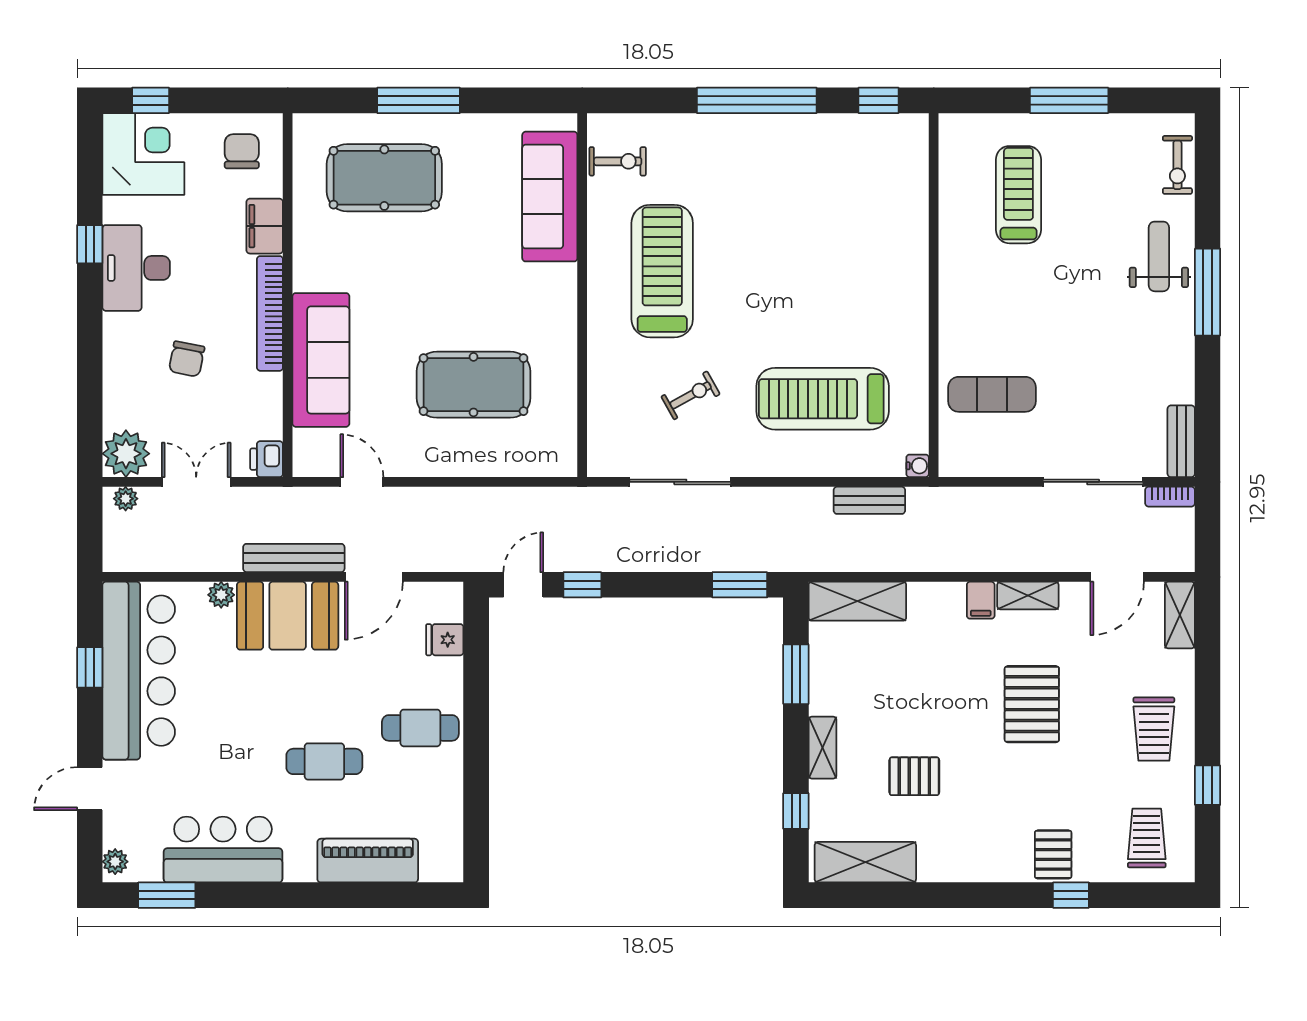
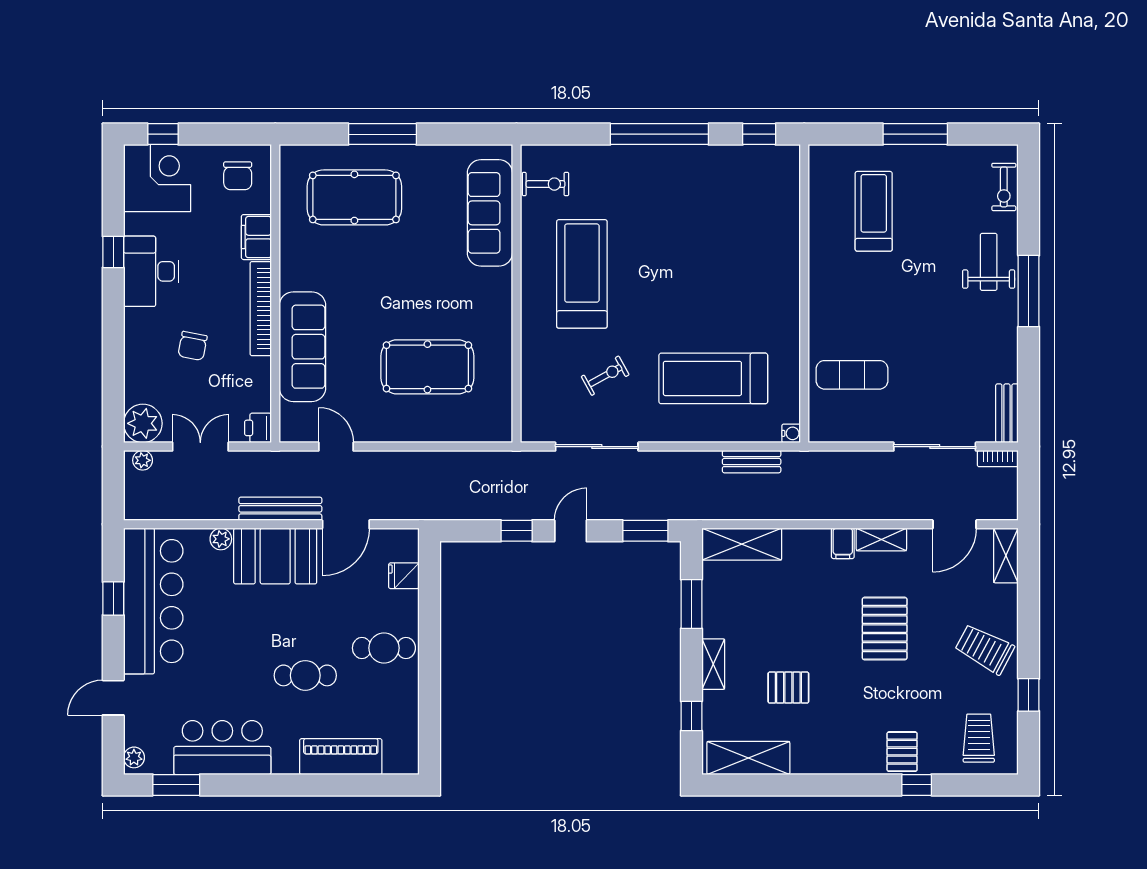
chair: (242, 151) -> (238, 176), turned 180
door: (523, 585) -> (571, 531), moved
trolley: (1154, 729) -> (985, 649), turned 118

